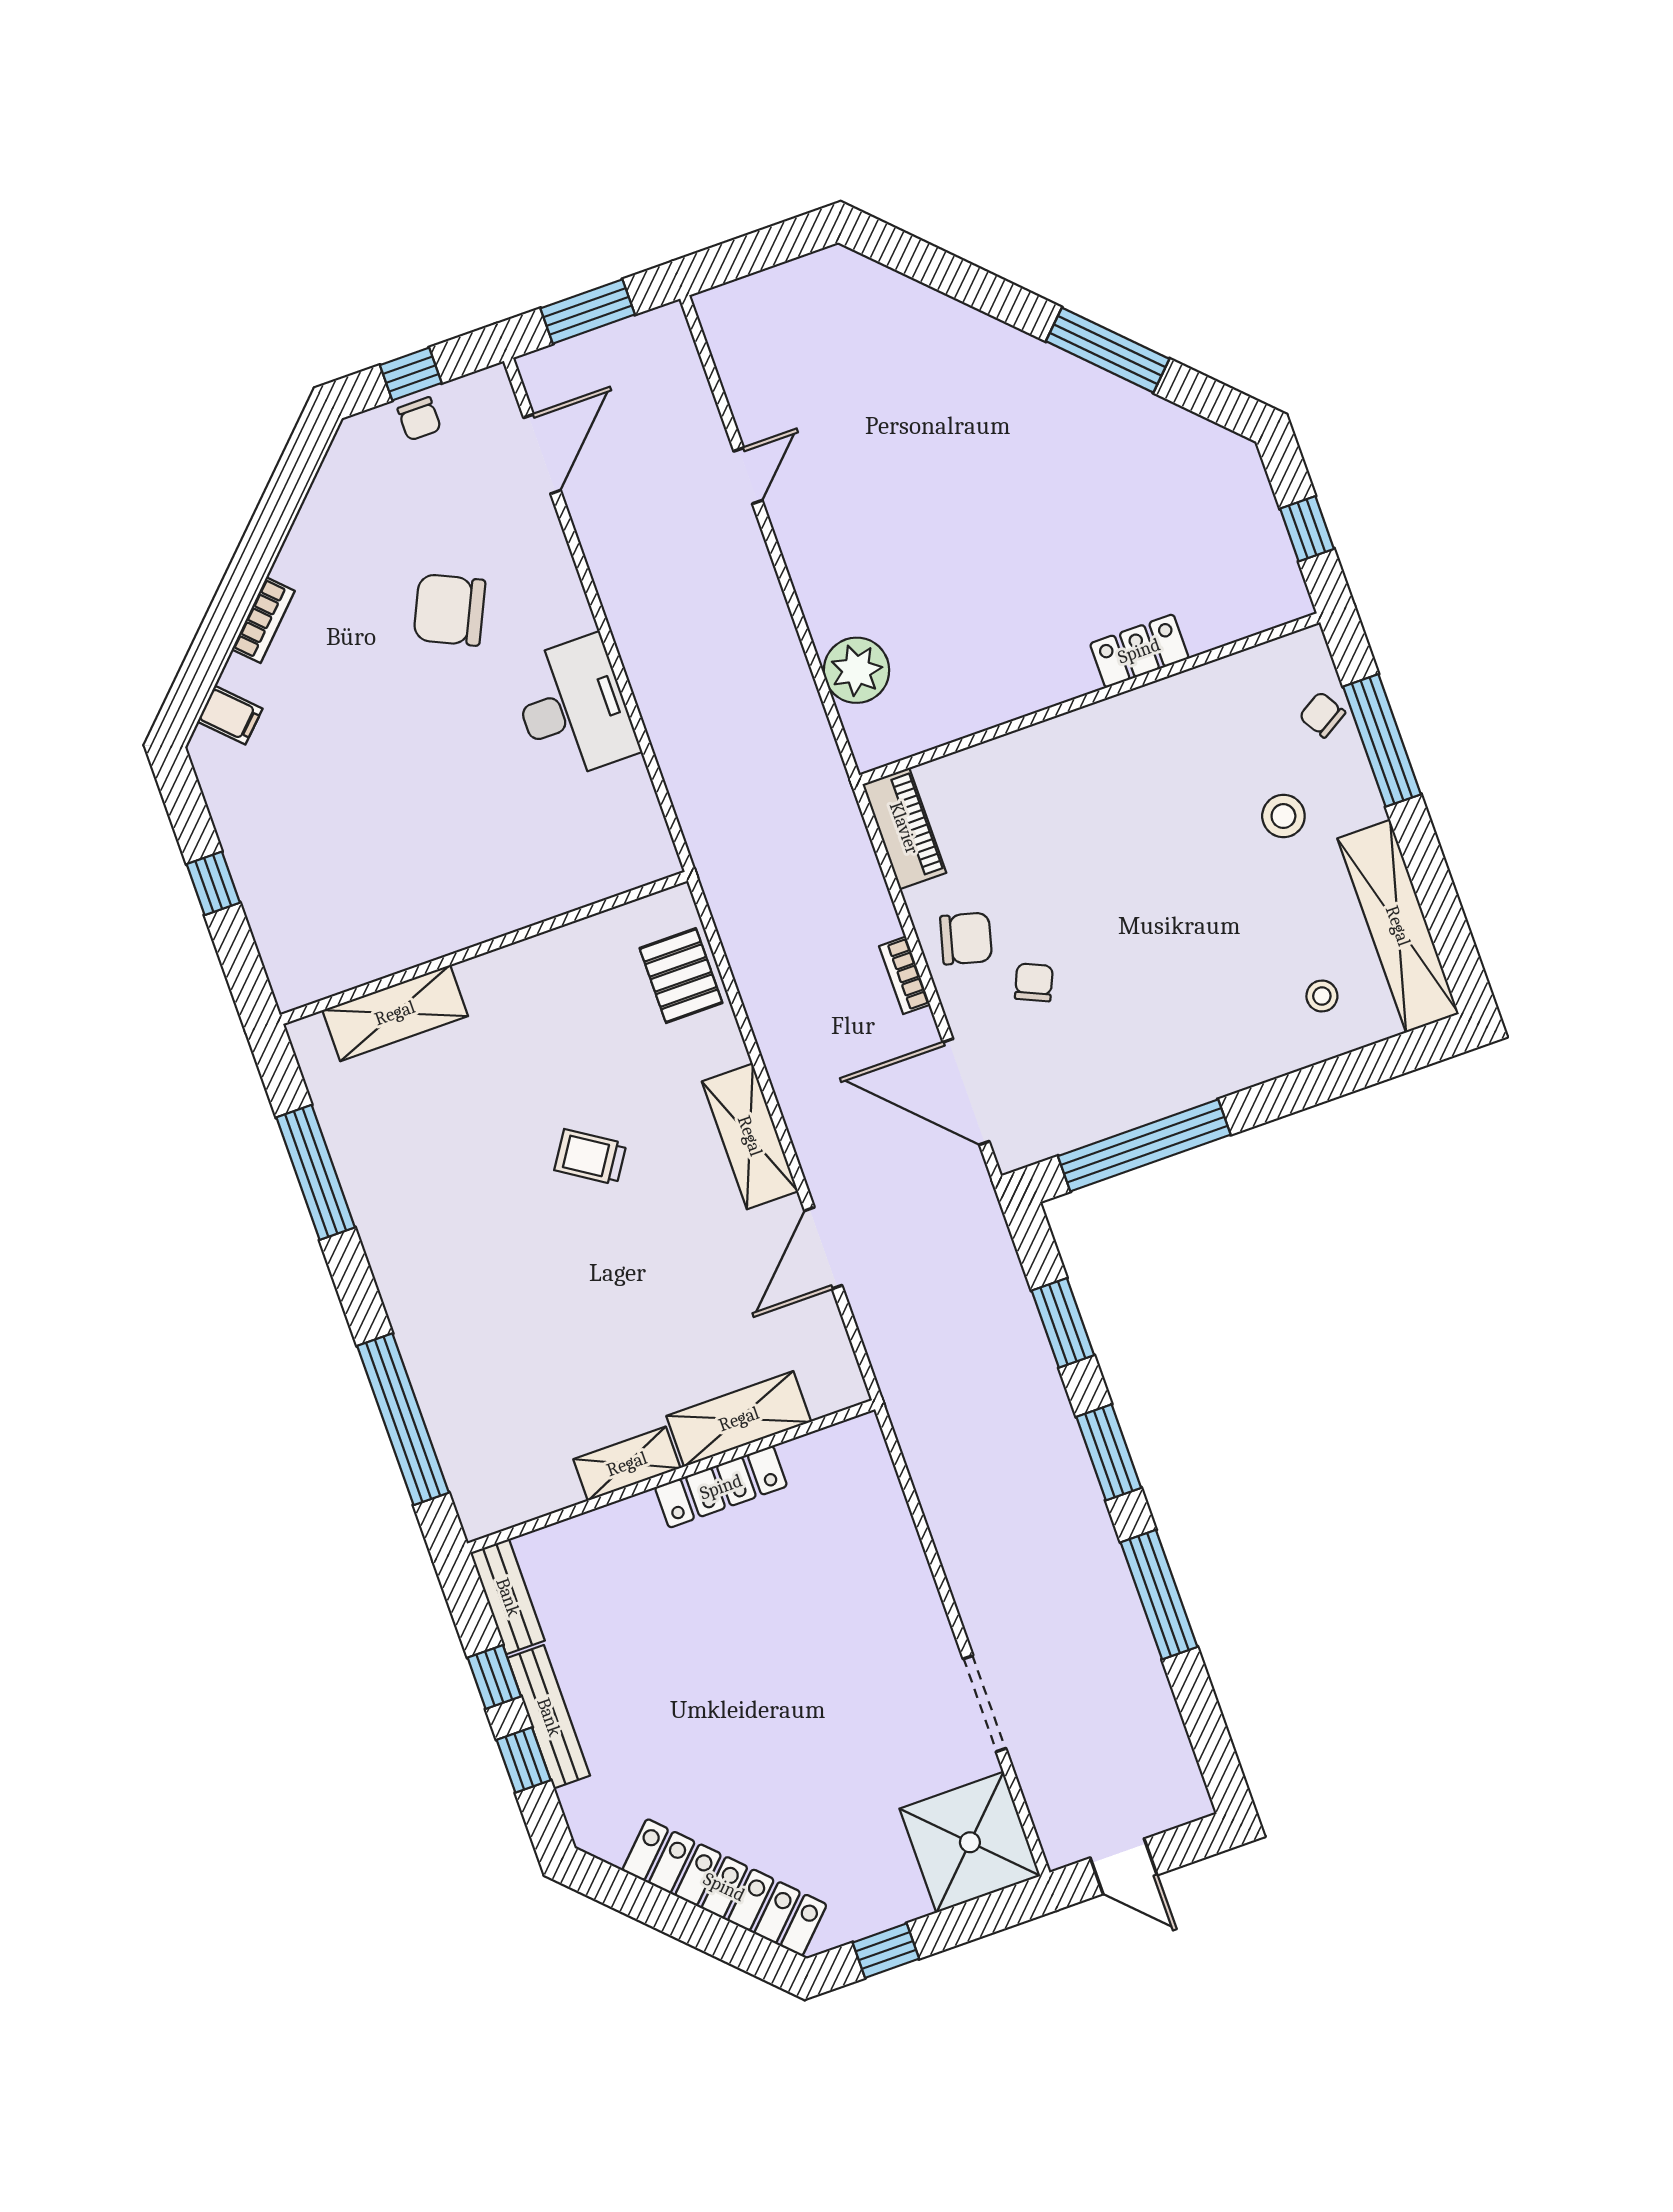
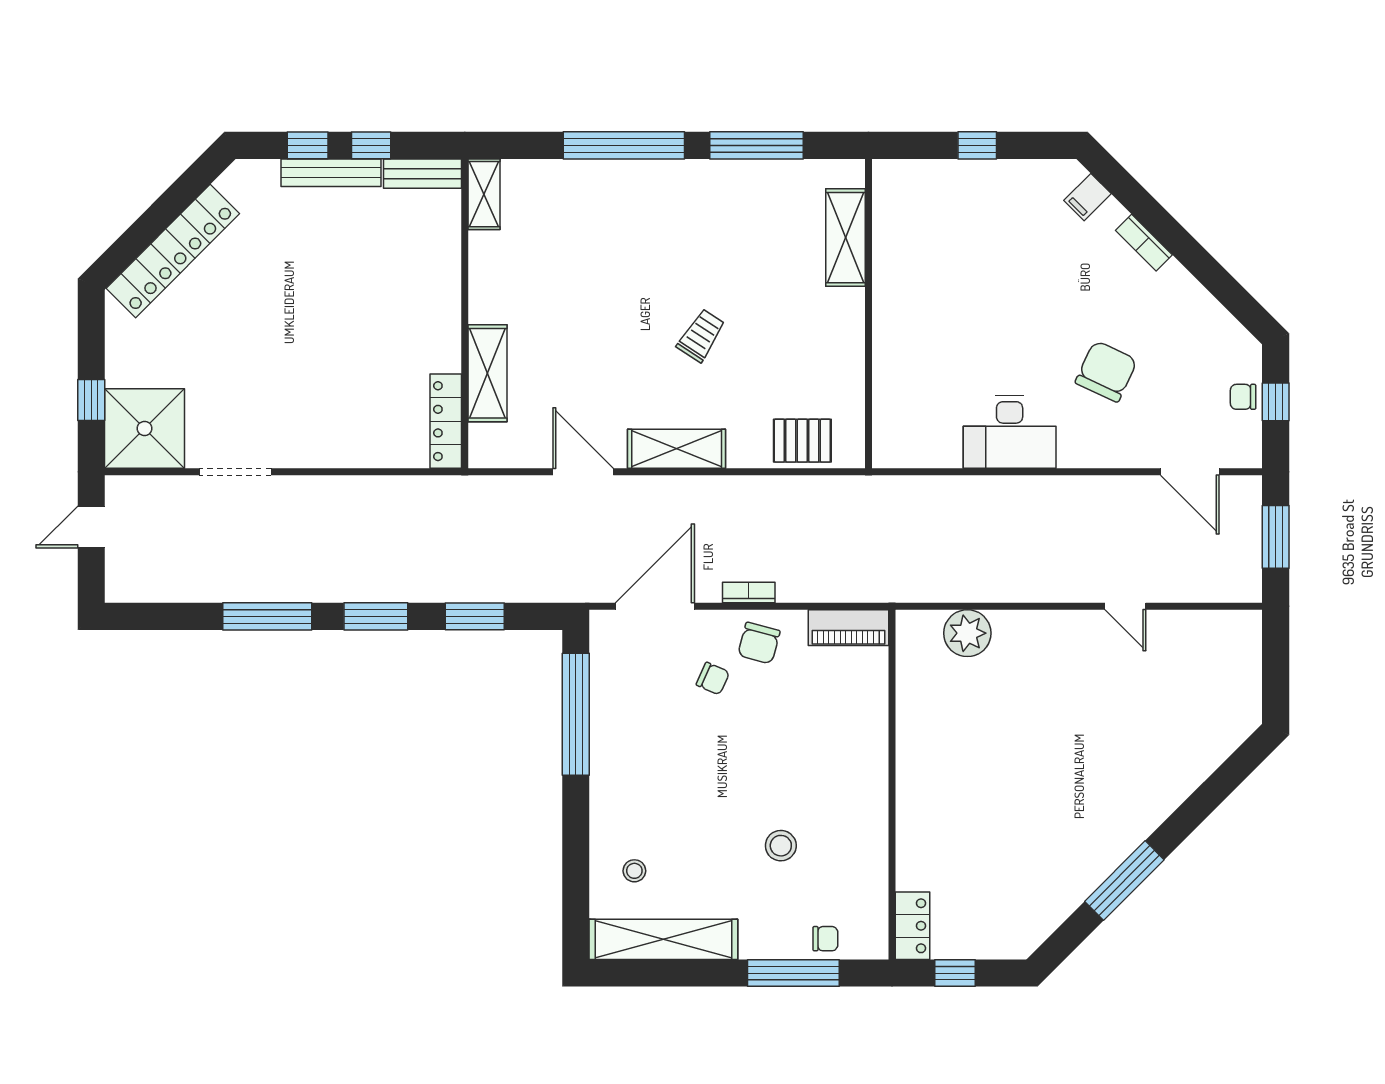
locker: (1139, 651) -> (912, 926), moved
chair: (1322, 715) -> (825, 939), turned 31
stool: (1283, 816) -> (781, 846), moved
window: (403, 1419) -> (624, 145), moved
shelving: (627, 1464) -> (484, 194), moved
locker: (721, 1487) -> (446, 421), moved
window: (886, 1951) -> (91, 400), moved

